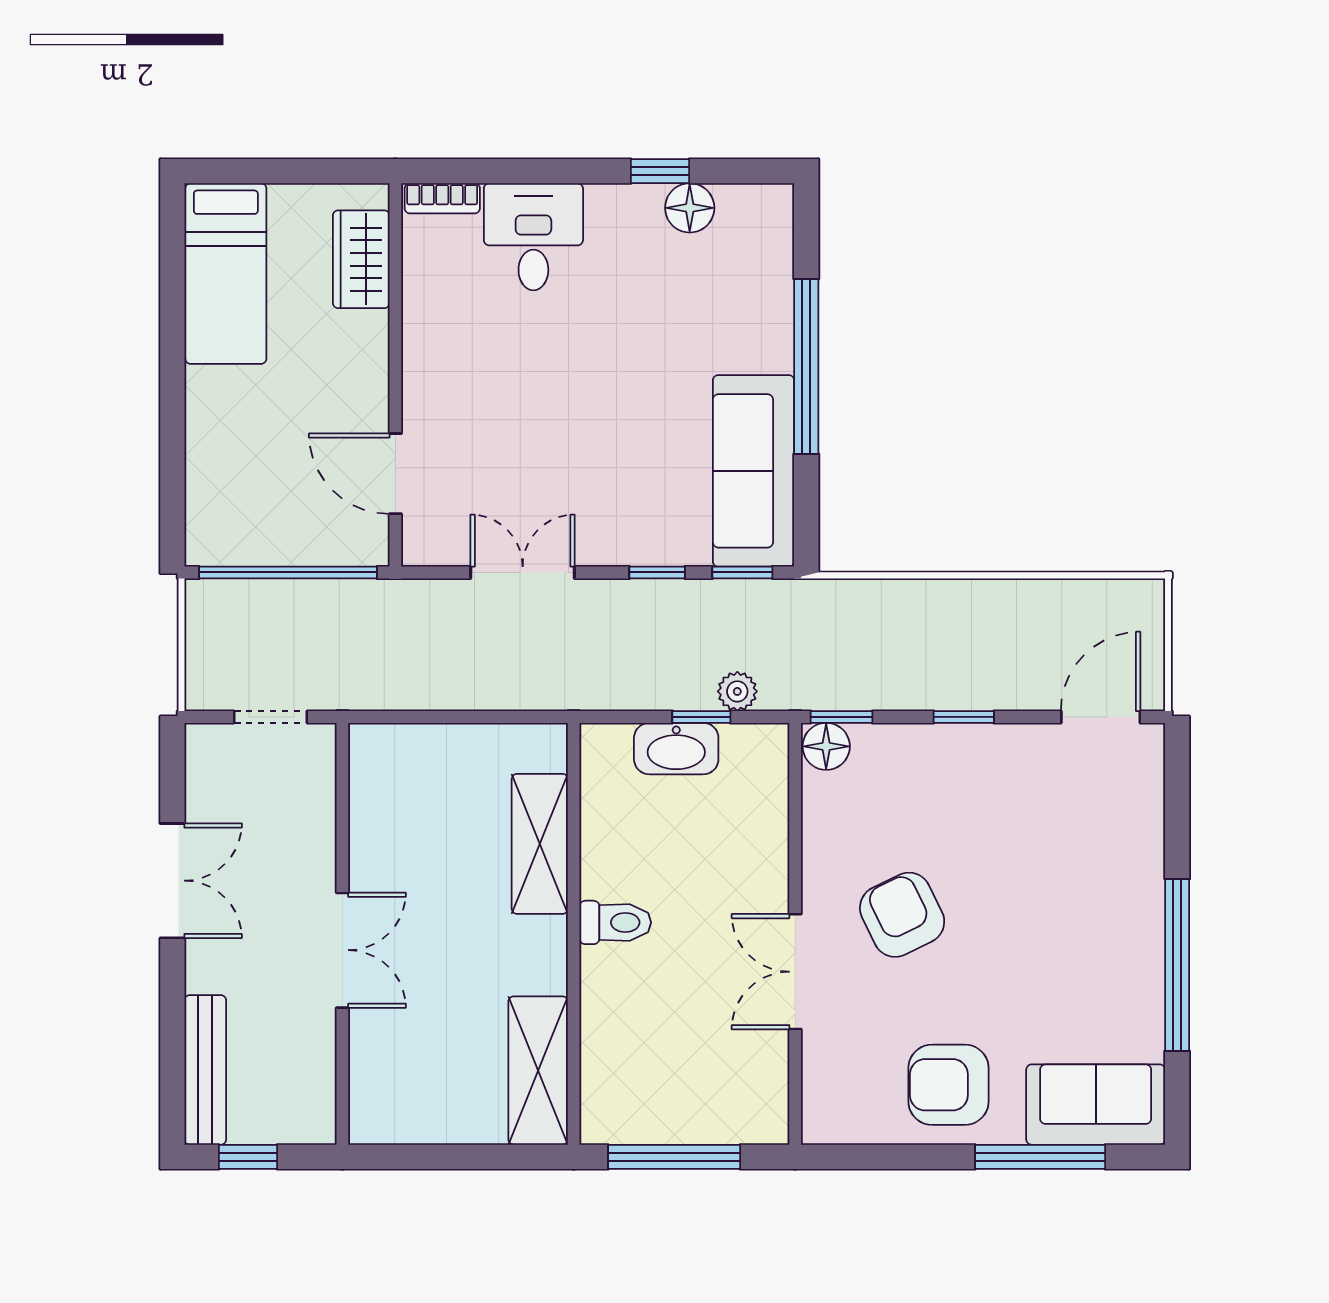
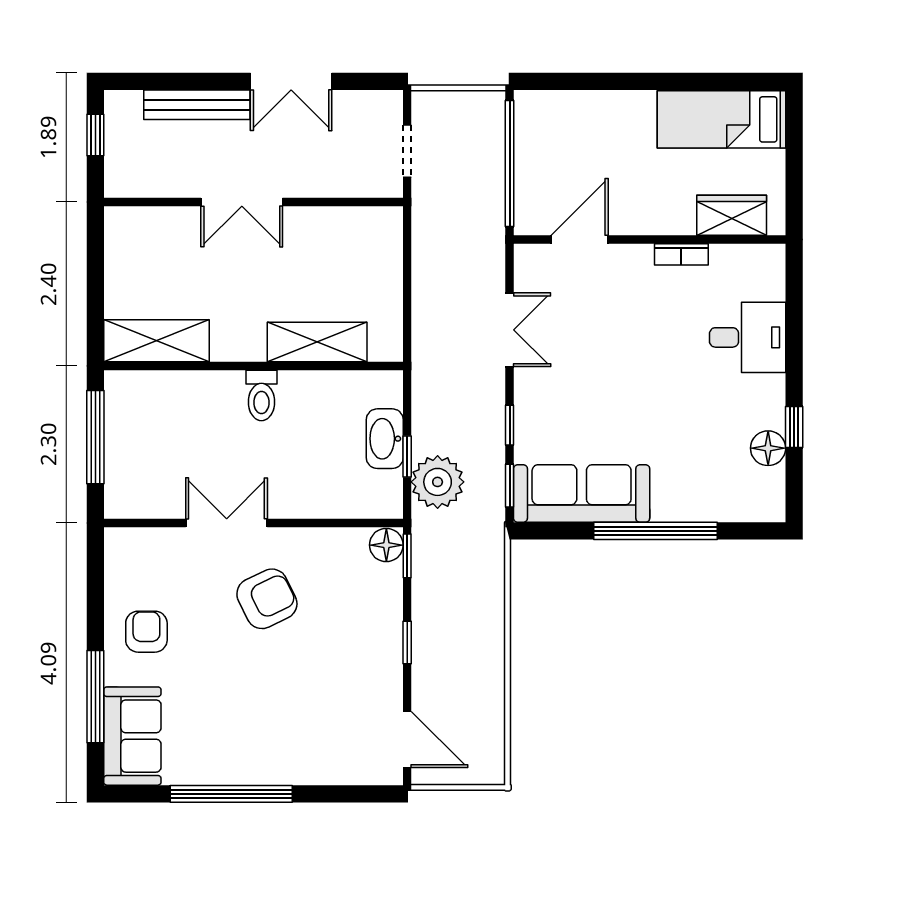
bookcase: (442, 198) -> (681, 254), moved, turned -90
plant: (737, 691) -> (438, 482), width x1.87, depth x1.87
bench: (205, 1070) -> (197, 105), moved
armchair: (948, 1085) -> (146, 632), width x0.72, depth x0.72

